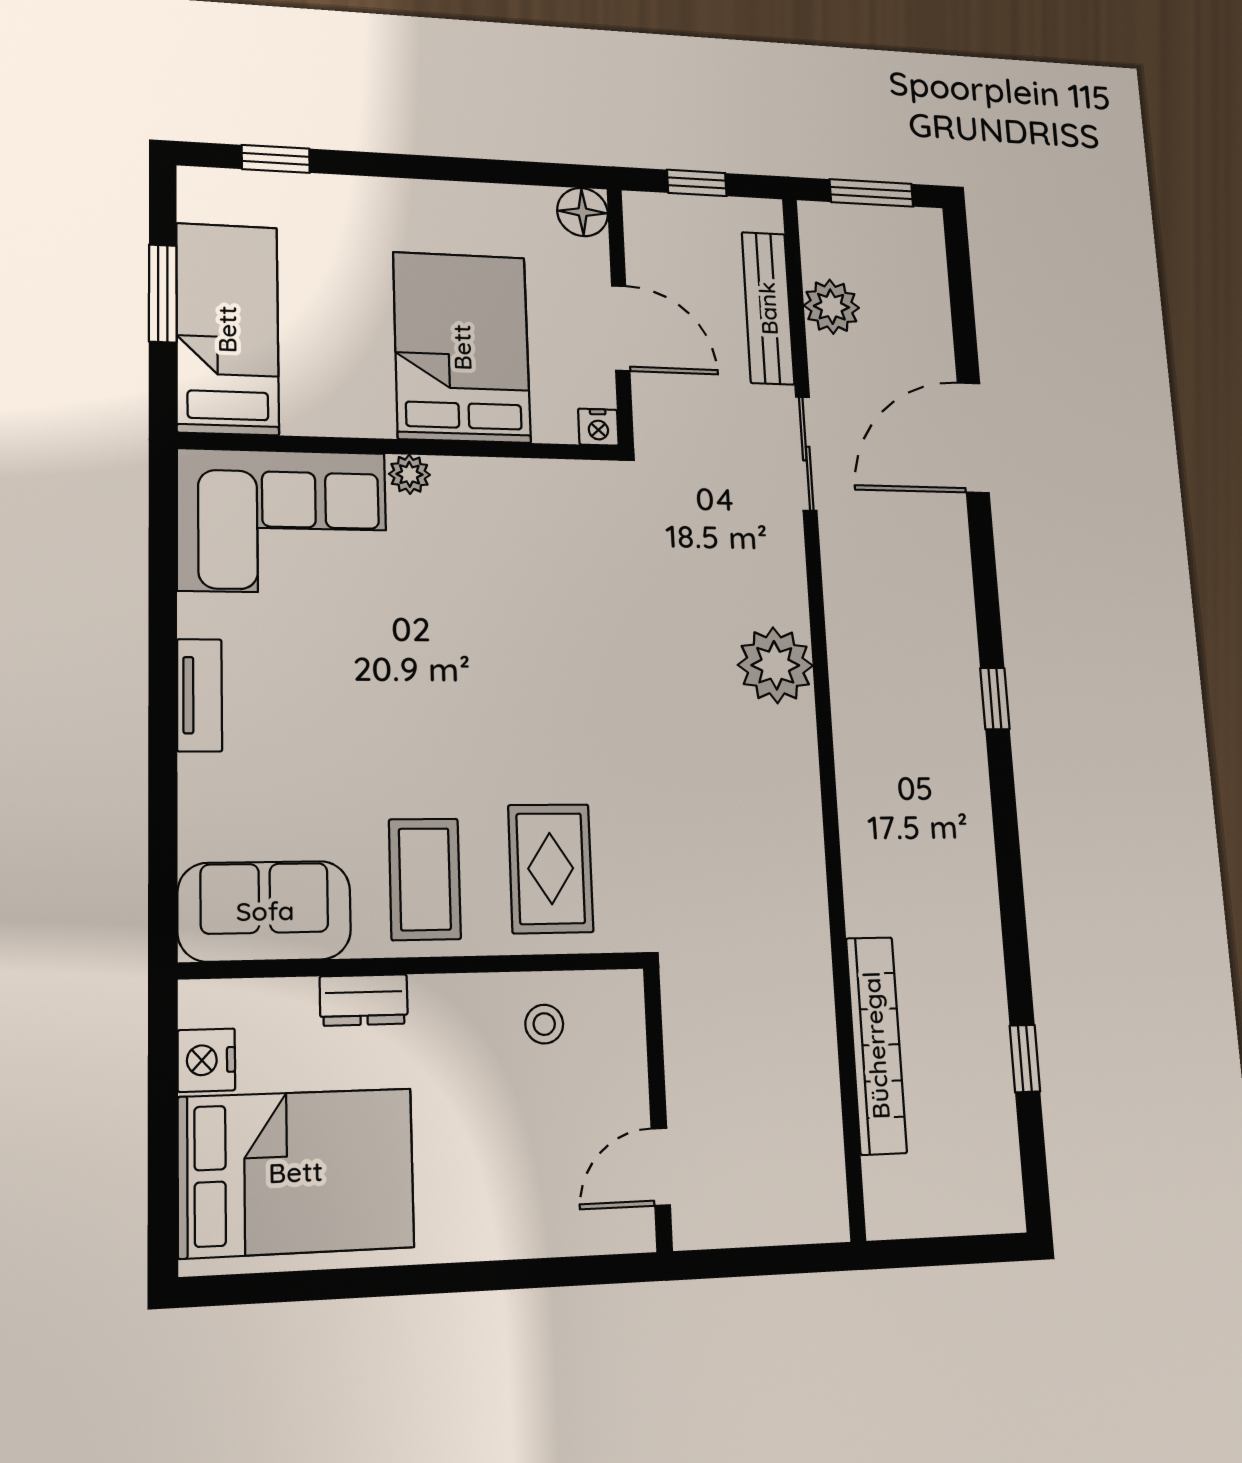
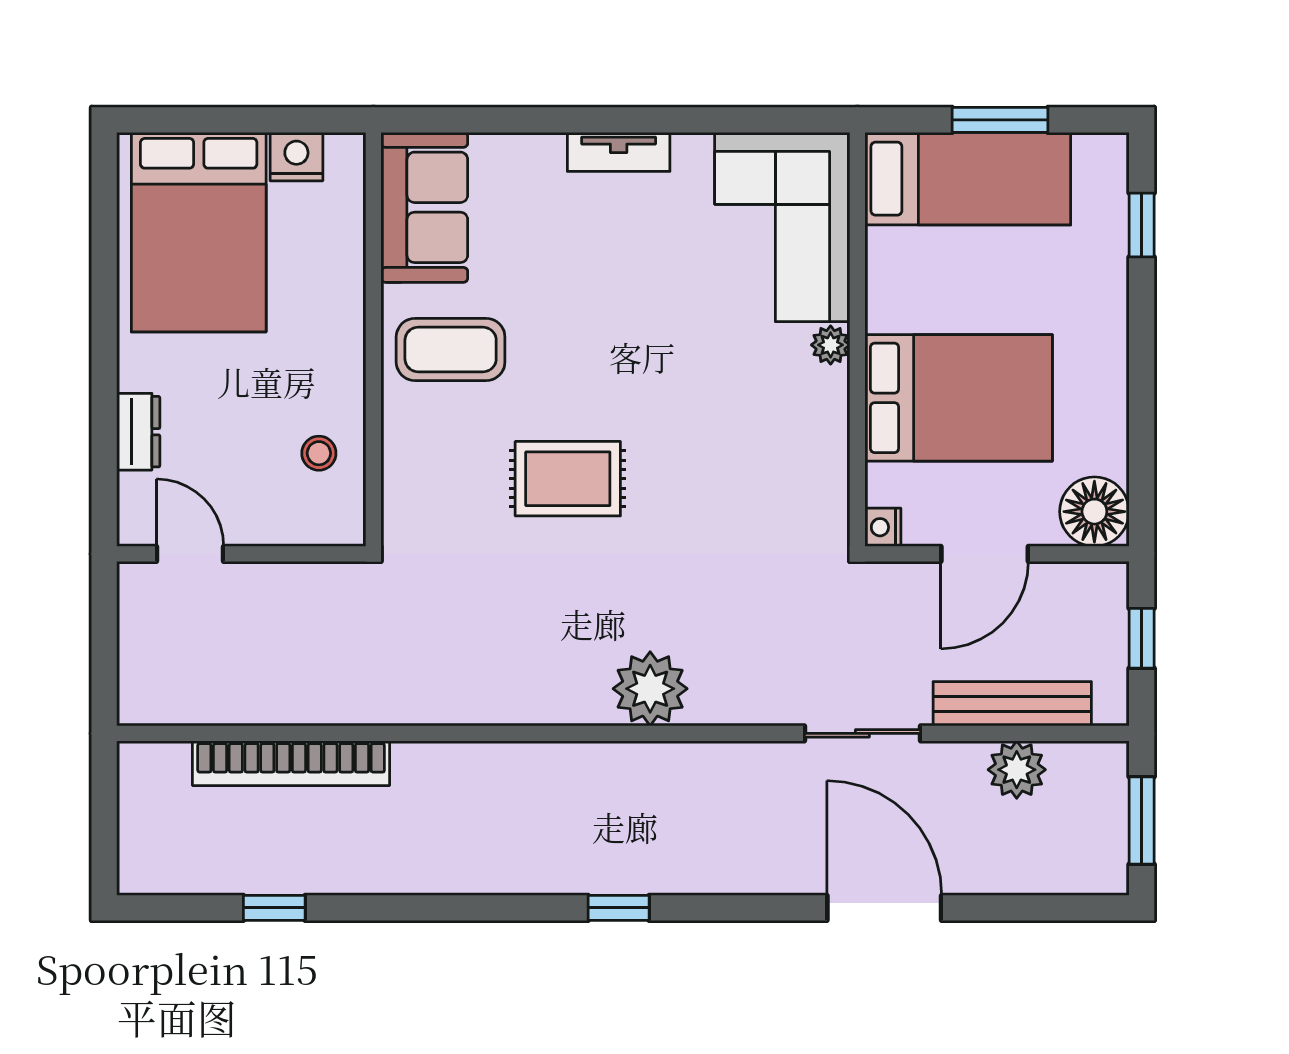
floor lamp: (583, 212) -> (1094, 512), width x1.38, depth x1.38
rug: (551, 868) -> (568, 479), moved
dresser: (364, 1000) -> (138, 432), moved, turned 180

